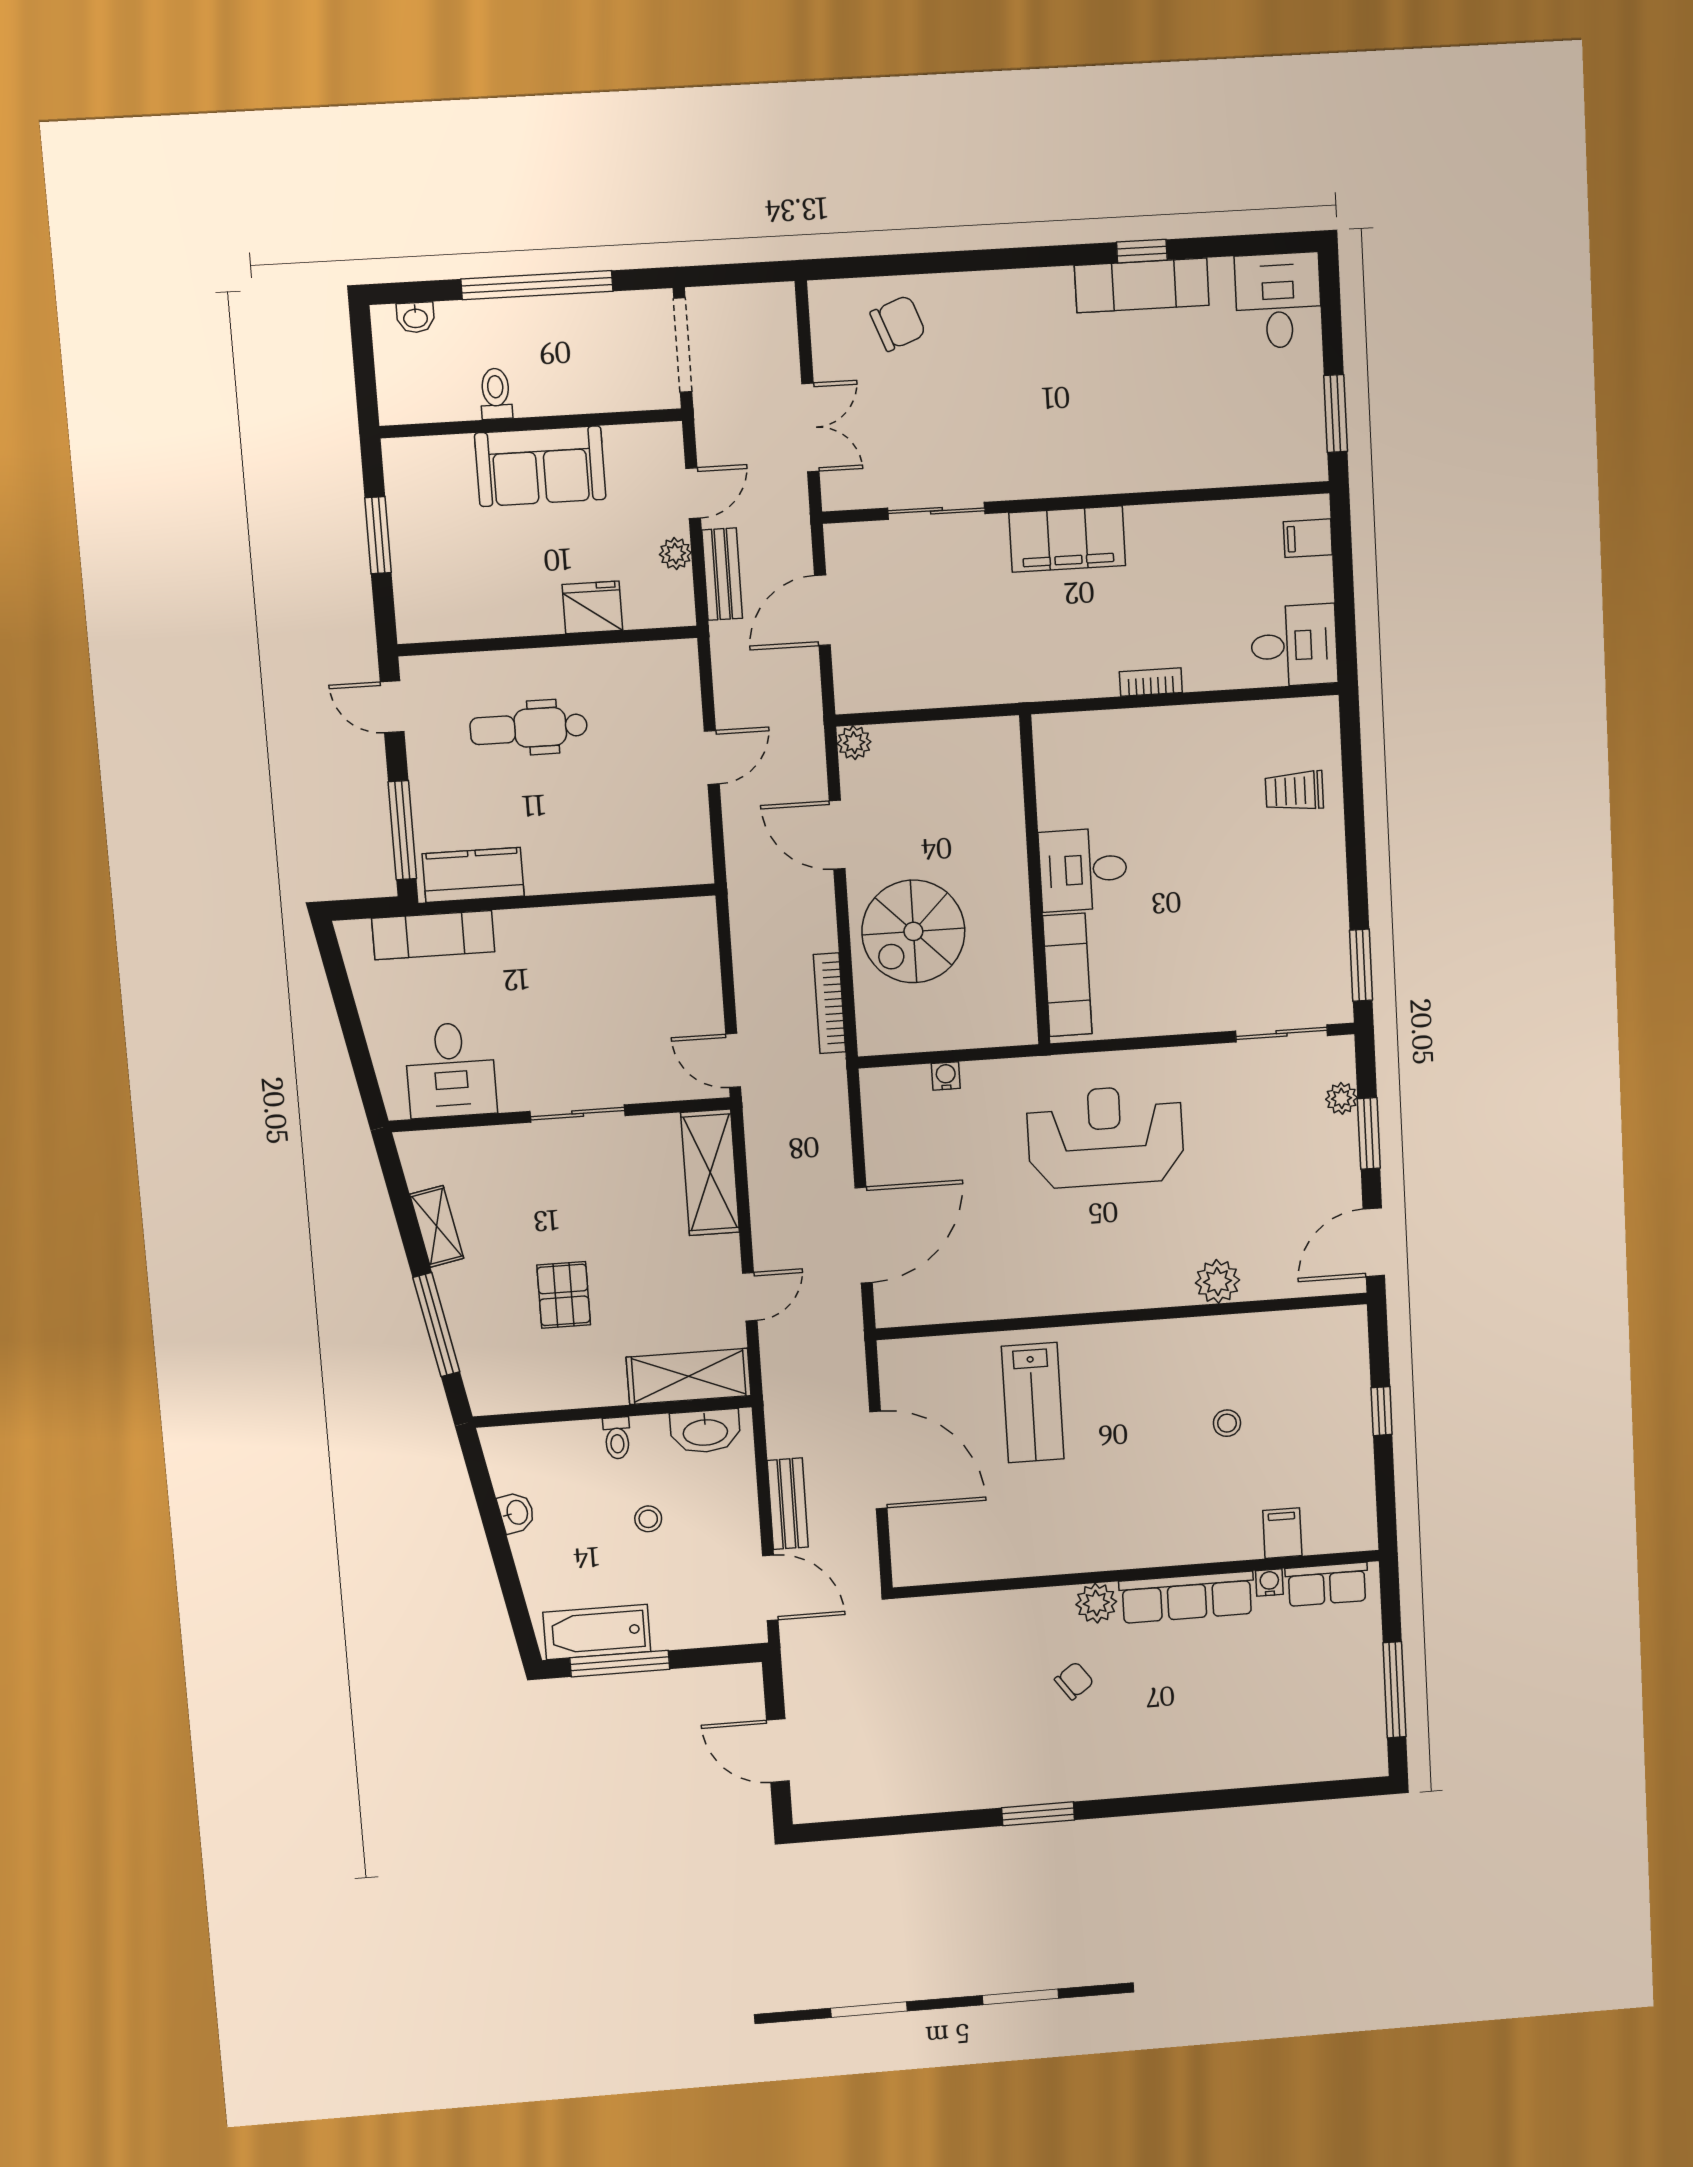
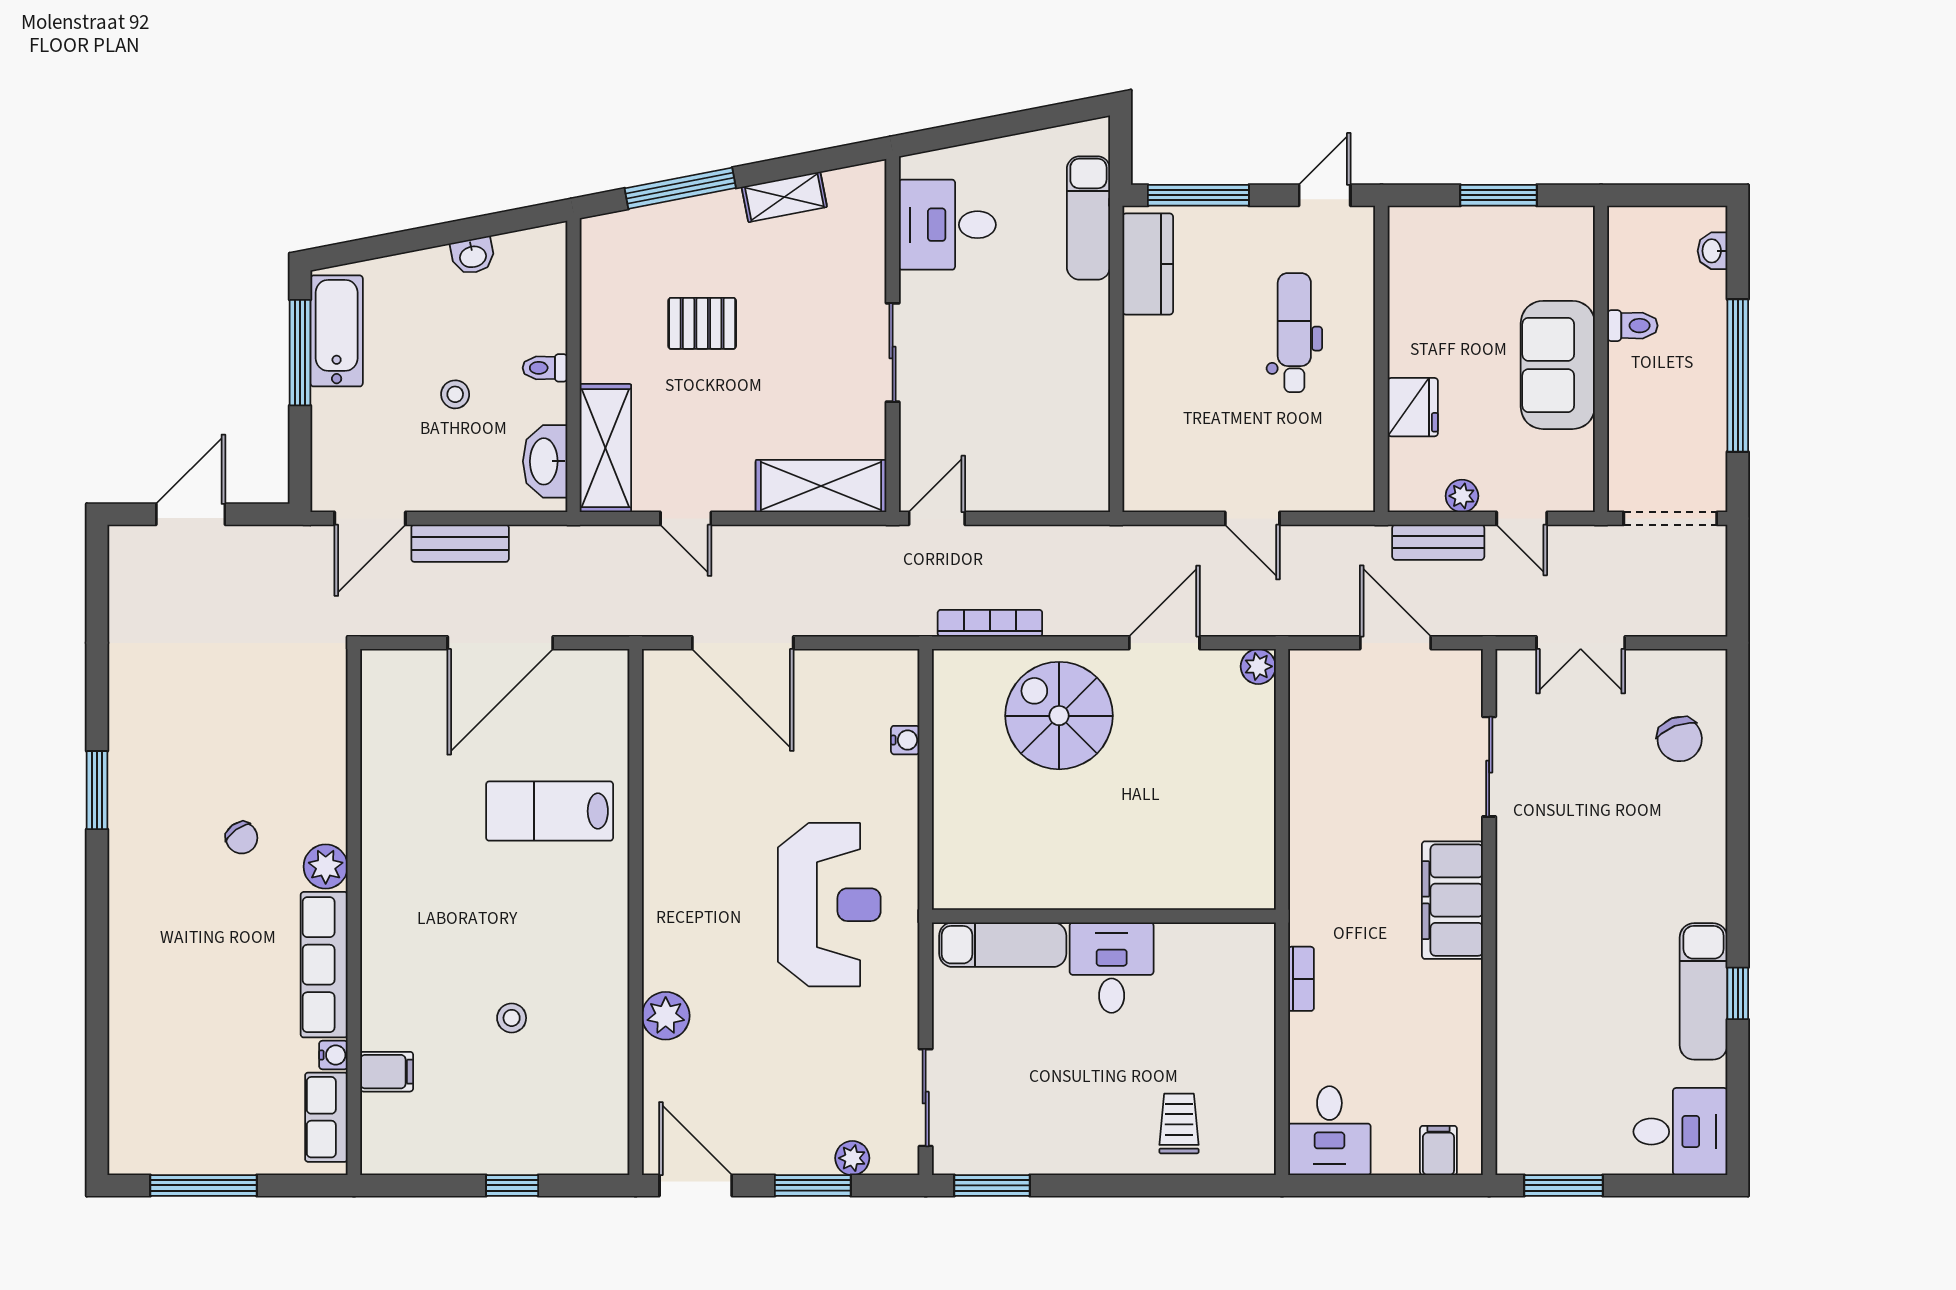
desk: (1083, 870) -> (1112, 968), moved
wall: (1035, 880) -> (1104, 916), moved
exam couch: (1067, 975) -> (1003, 945), moved

